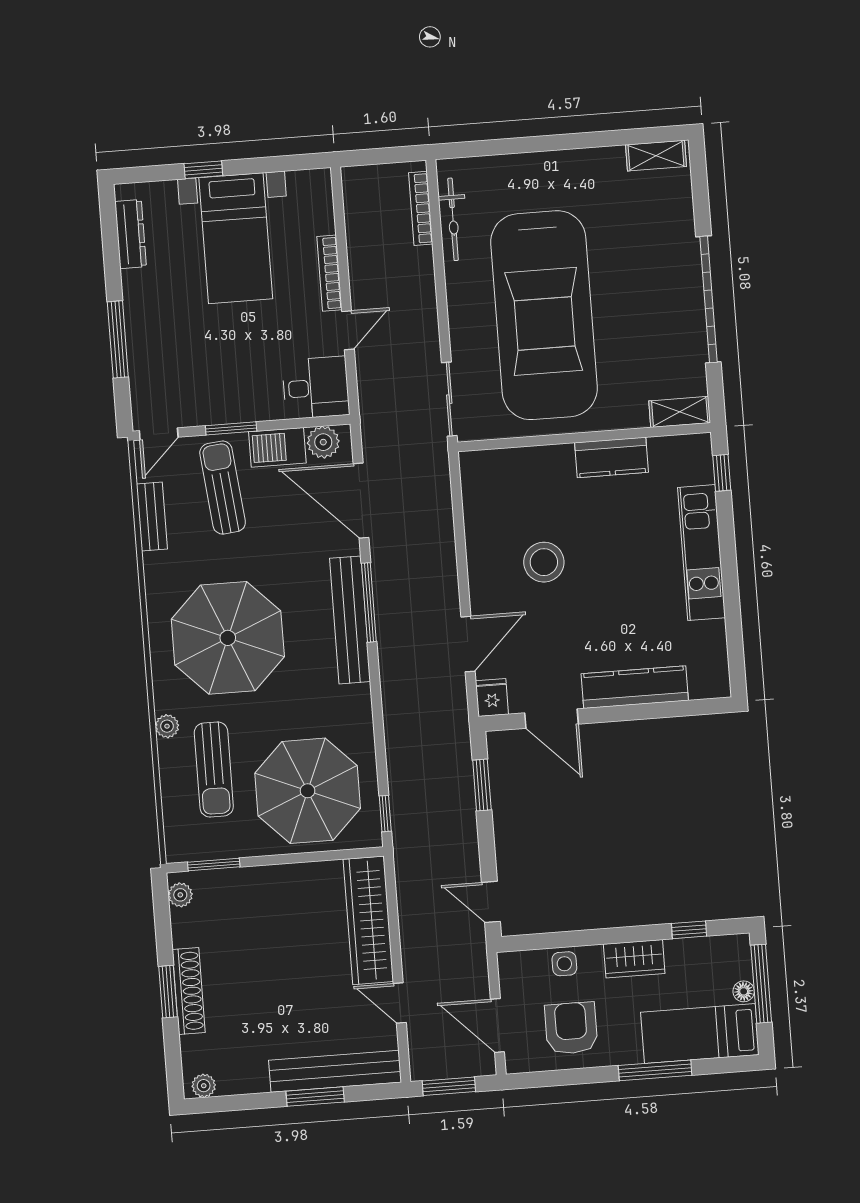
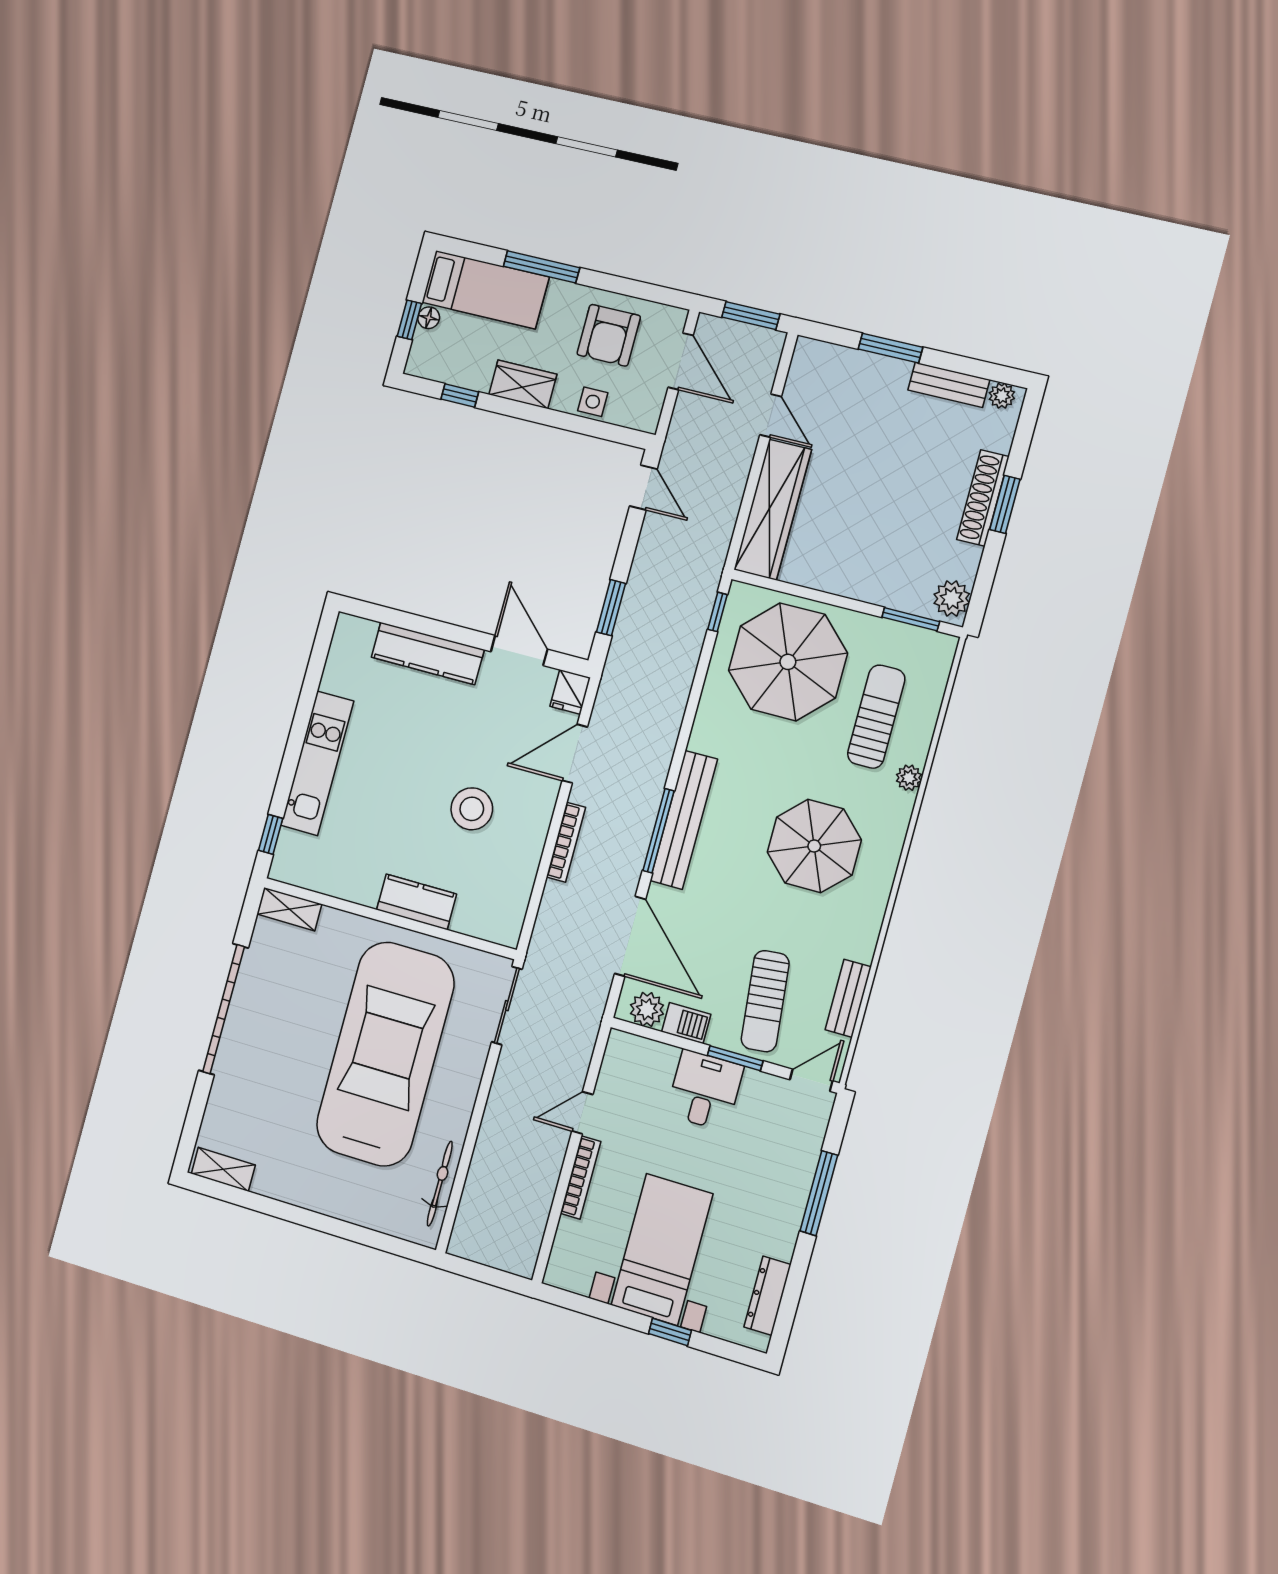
bookcase: (421, 208) -> (566, 842), moved
desk: (316, 388) -> (705, 1090), moved, turned 90
barbecue: (277, 447) -> (686, 1023), width x0.73, depth x0.79
kitchen counter: (611, 457) -> (417, 902), moved
parasol: (228, 638) -> (814, 846), width x0.73, depth x0.73
plant: (180, 895) -> (952, 599), width x1.38, depth x1.38
window: (761, 984) -> (409, 320), width x0.46
bench: (335, 1071) -> (949, 385), moved, width x0.54, depth x0.82

